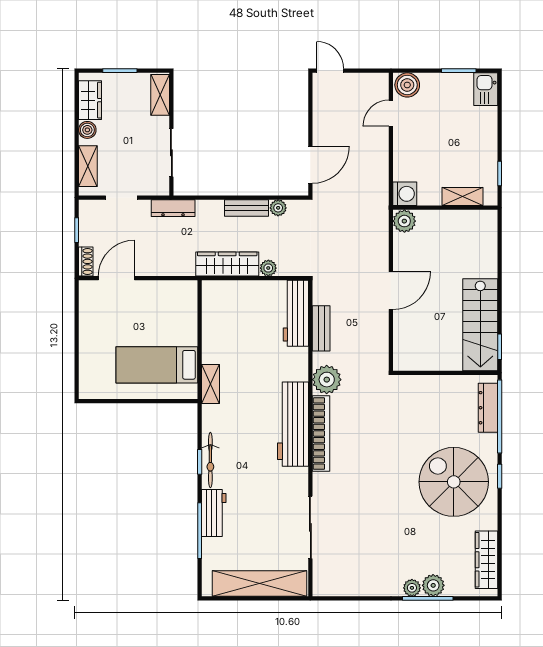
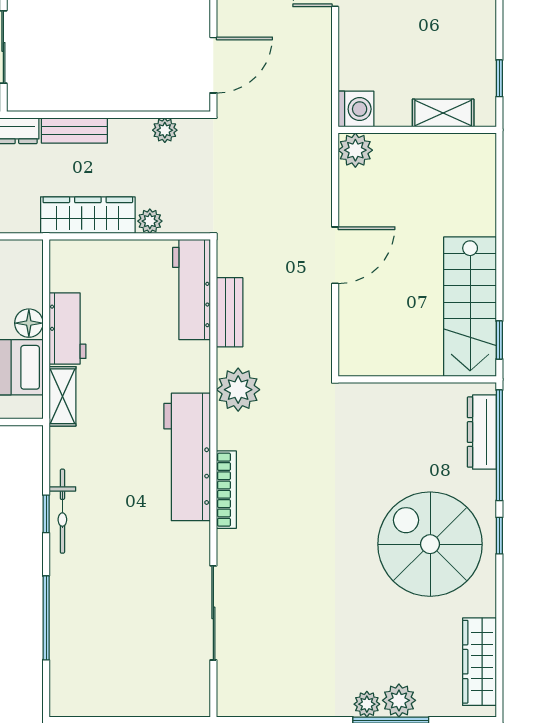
bench: (246, 208) -> (74, 130), moved
floor lamp: (188, 335) -> (29, 323), added
bookcase: (321, 434) -> (226, 490), width x0.68, depth x0.76
workbench: (214, 513) -> (68, 328), moved
shelving: (260, 584) -> (137, 698), removed

